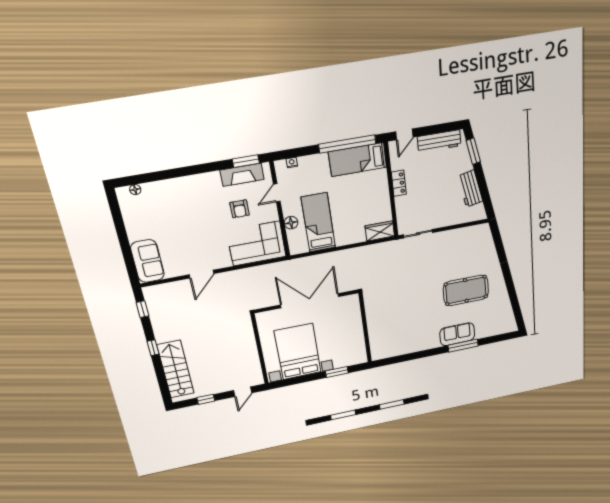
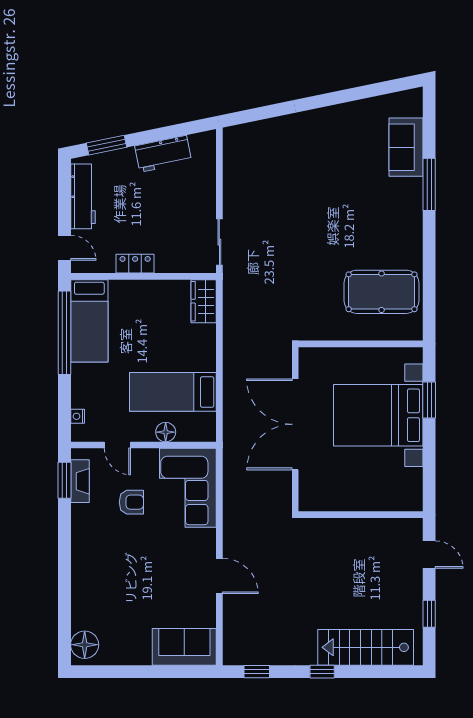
fireplace: (242, 175) -> (80, 481), width x0.73, depth x0.76
floor lamp: (135, 190) -> (85, 645), width x1.89, depth x1.89
pool table: (466, 290) -> (382, 292), moved, turned 90
sofa: (457, 334) -> (406, 147), moved
bed with nightstands: (298, 352) -> (378, 415), moved

